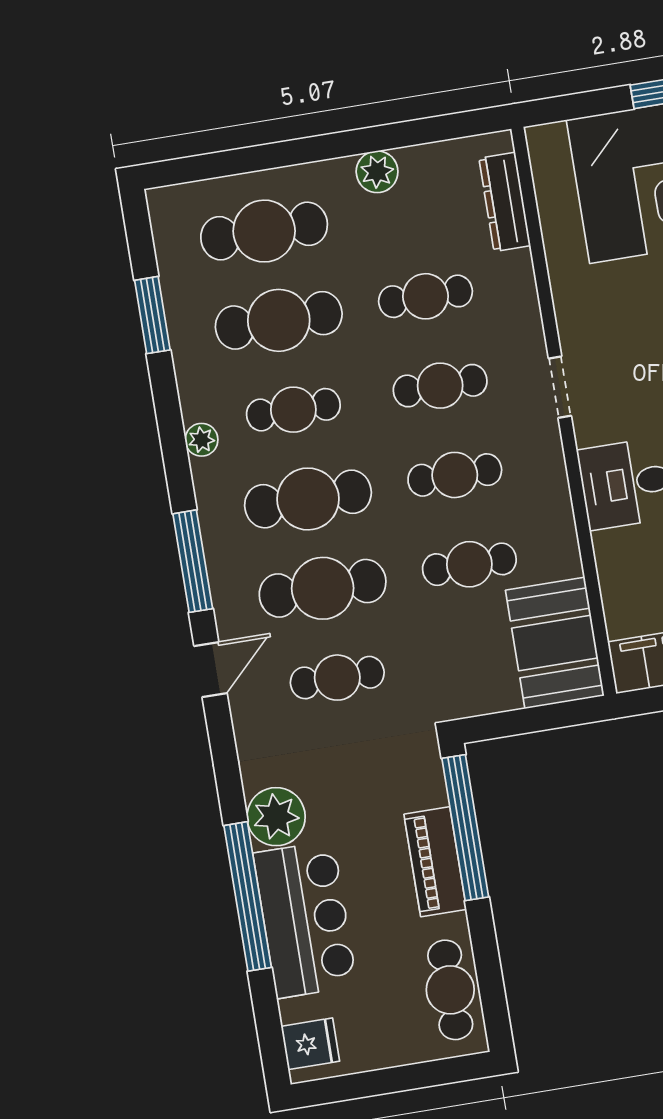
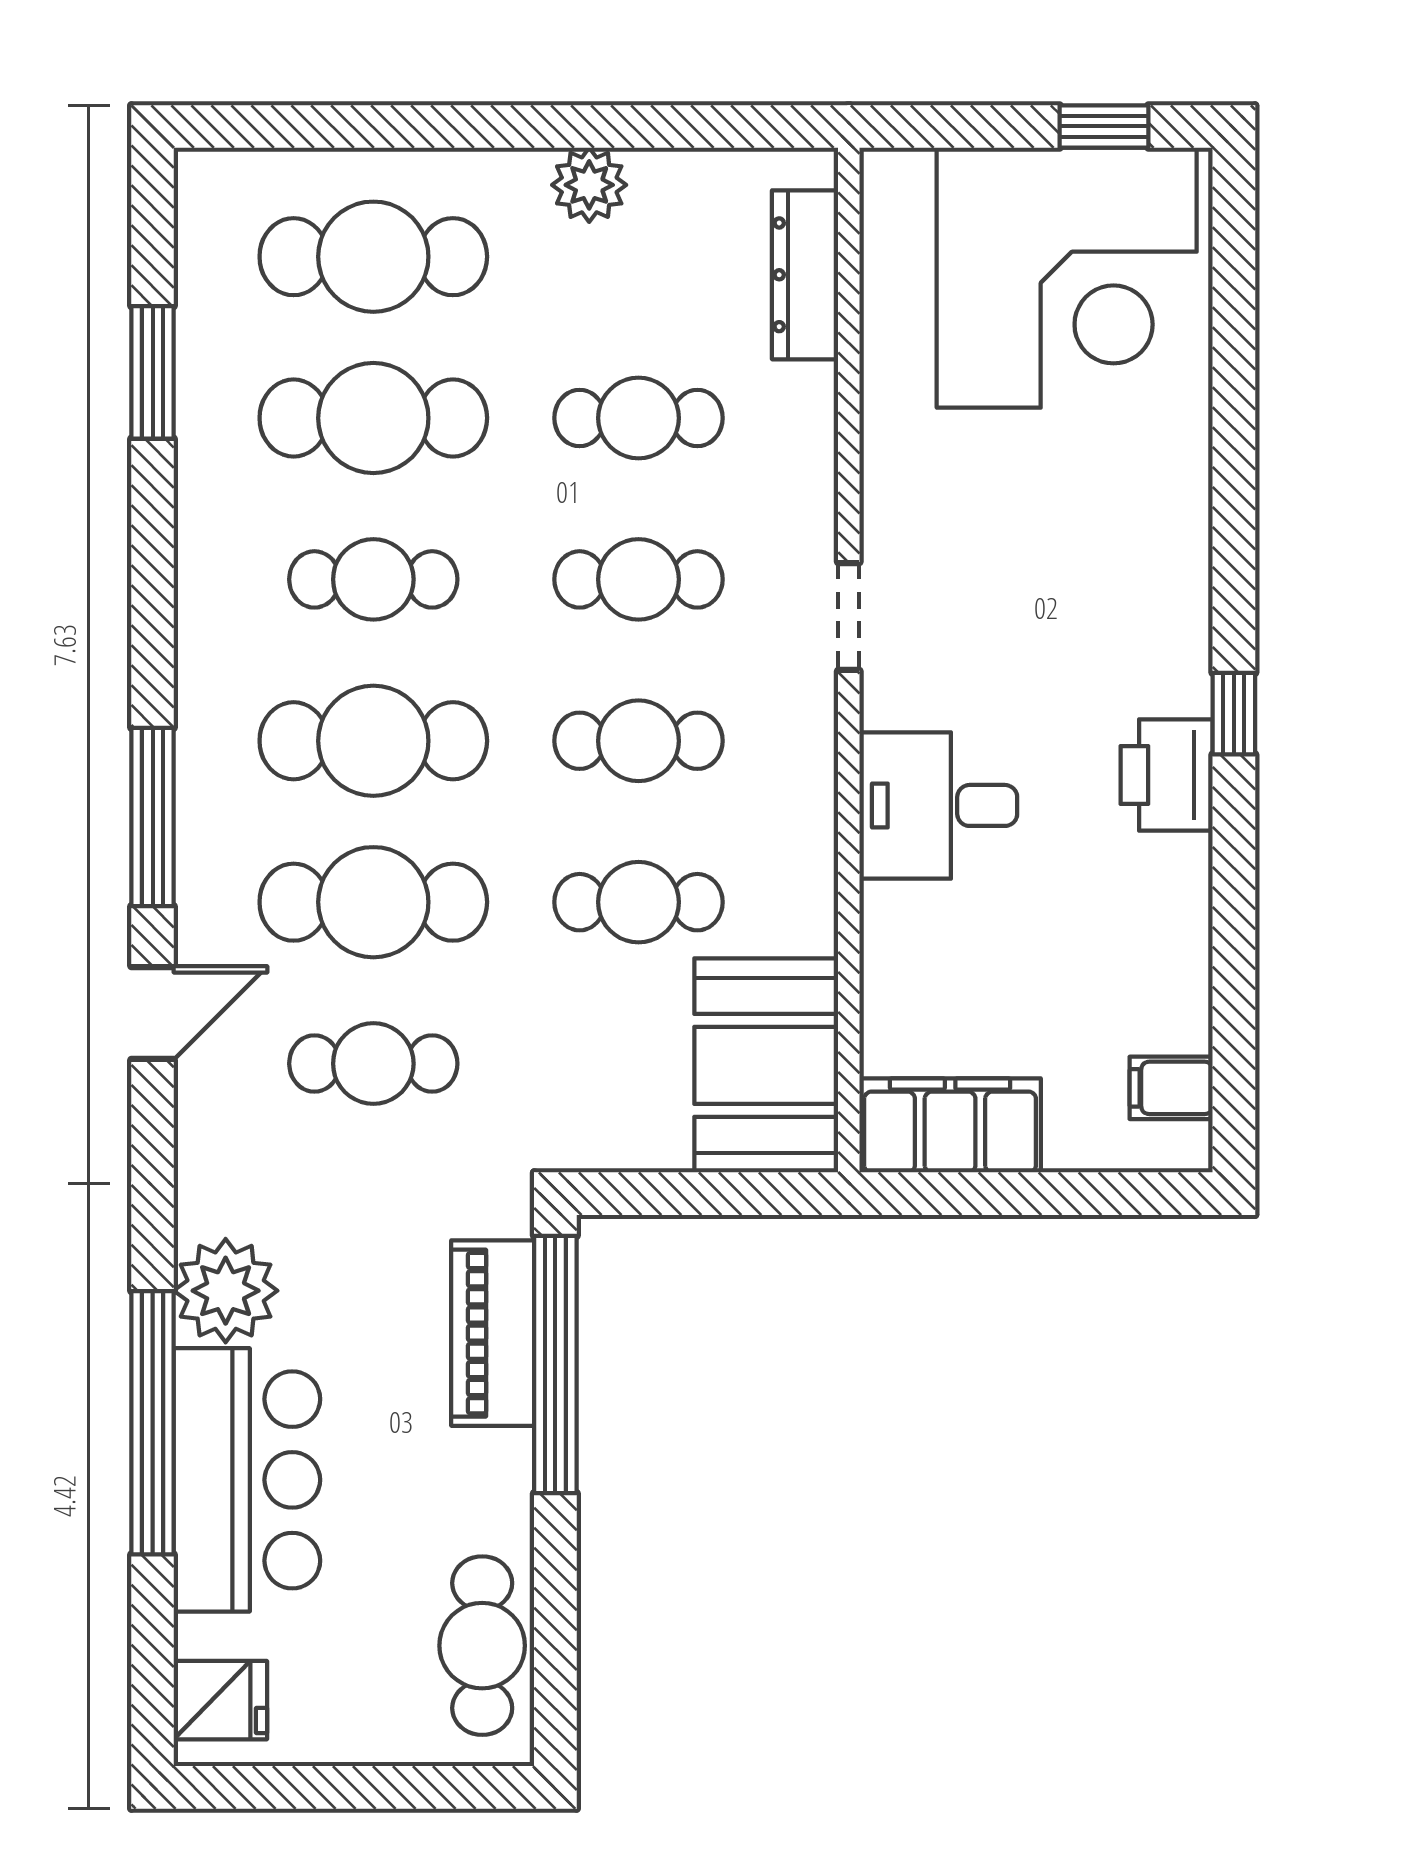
plant: (202, 440) -> (203, 606), removed
piano: (435, 862) -> (493, 1333), moved

